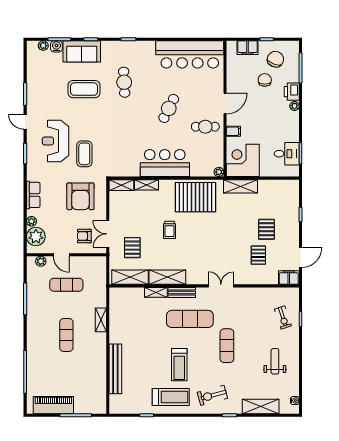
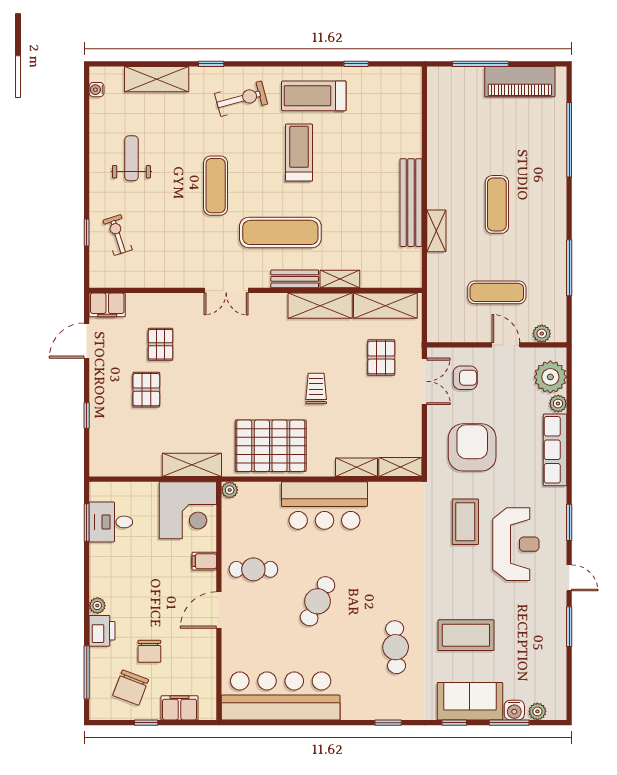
row of seats: (33, 195) -> (555, 450), width x1.48
weight bench: (275, 361) -> (131, 158), turned 180
bench: (115, 369) -> (411, 203), moved

